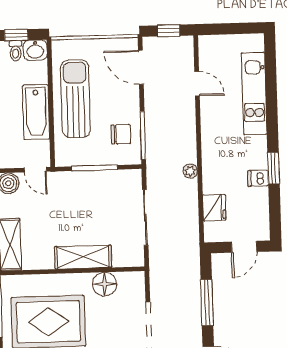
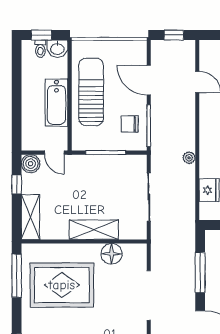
door: (141, 67) -> (149, 80), moved
chair: (121, 134) -> (130, 124), turned 180

